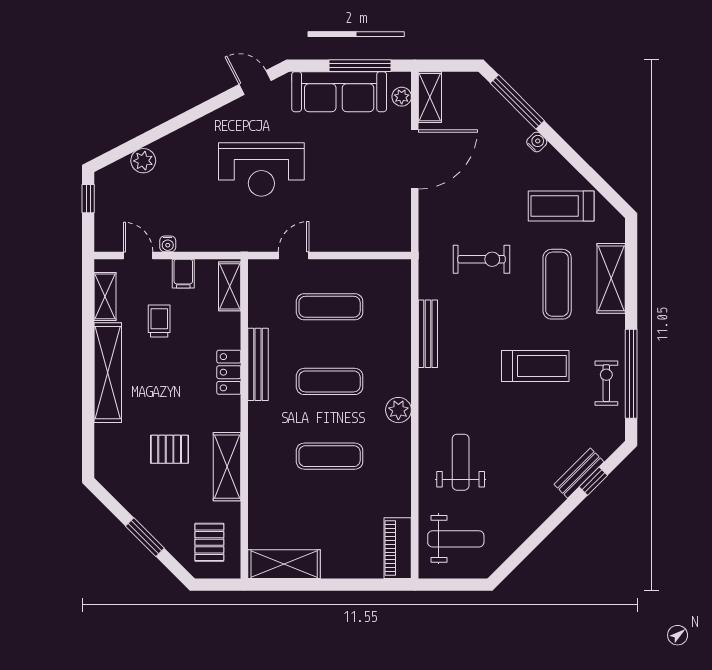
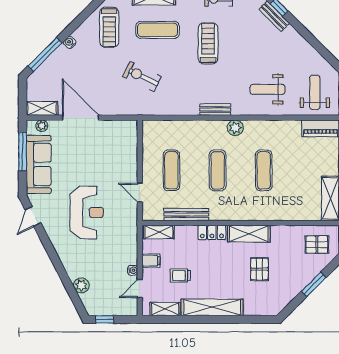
exercise bike: (482, 259) -> (142, 76), turned -64
bench: (428, 334) -> (215, 110), moved, width x0.73
bench: (258, 364) -> (186, 215), moved
shelving: (227, 467) -> (249, 234), moved

